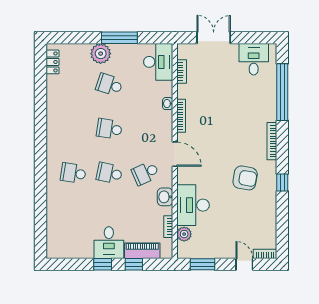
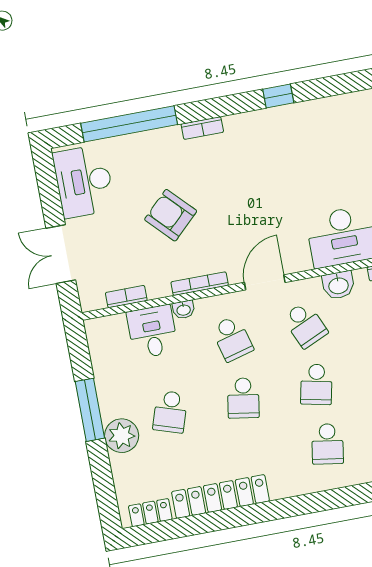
desk: (254, 59) -> (84, 181), width x1.37
desk: (158, 62) -> (152, 332), moved, width x0.73
locker: (54, 105) -> (220, 496), added
school desk: (145, 129) -> (232, 339), added
bookcase: (272, 141) -> (202, 128), width x0.64
armchair: (245, 178) -> (171, 215), moved, turned -54

